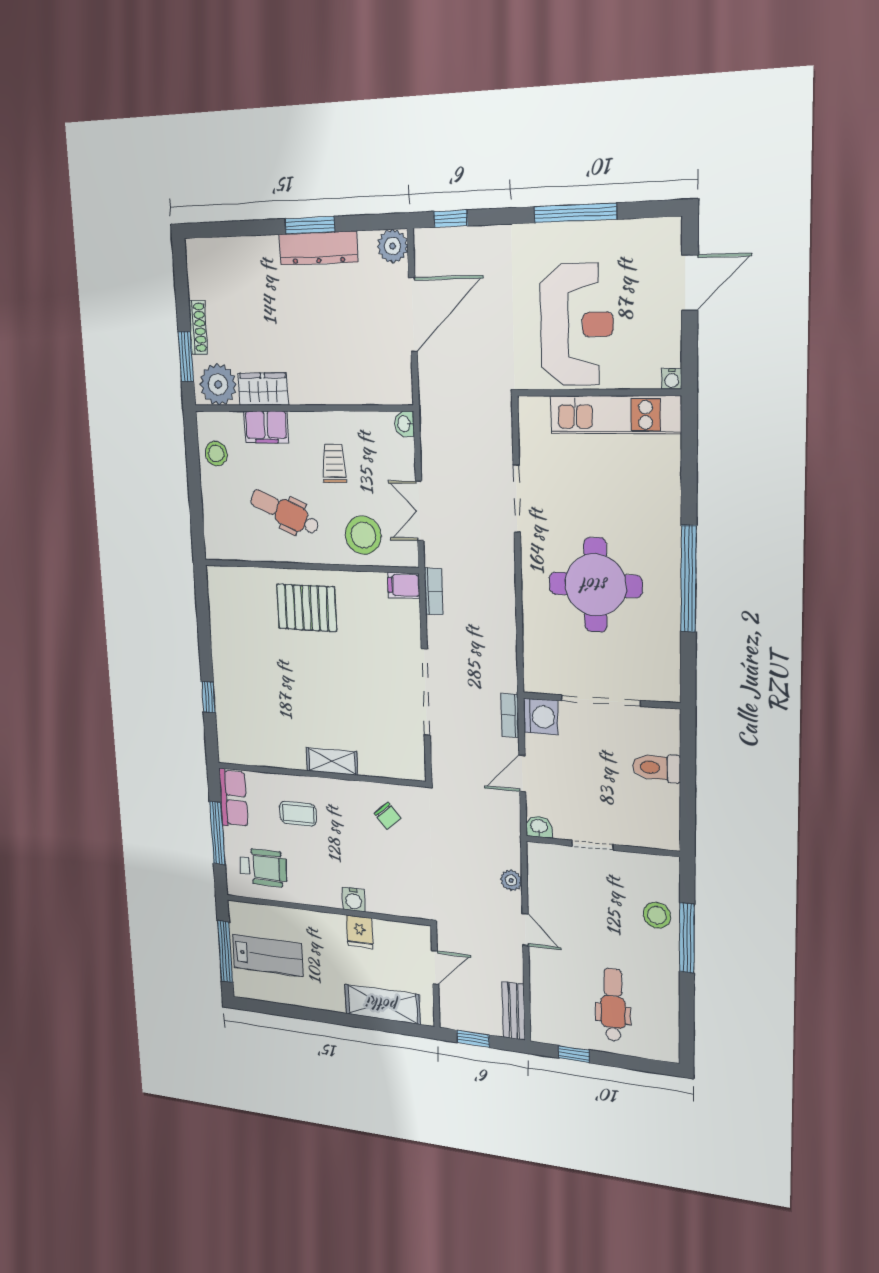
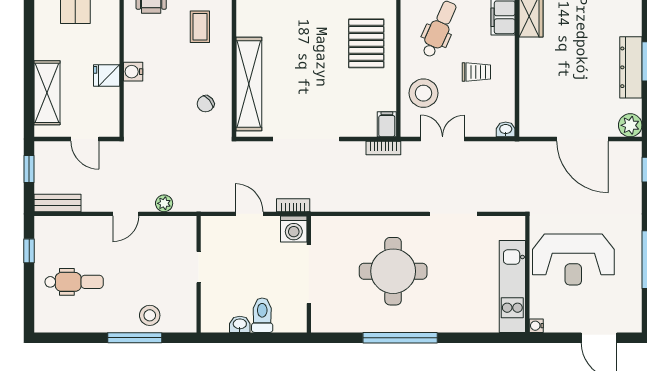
shelving: (332, 761) -> (249, 84), width x2.20, depth x1.33
washbasin: (539, 827) -> (240, 324), moved, turned -90

